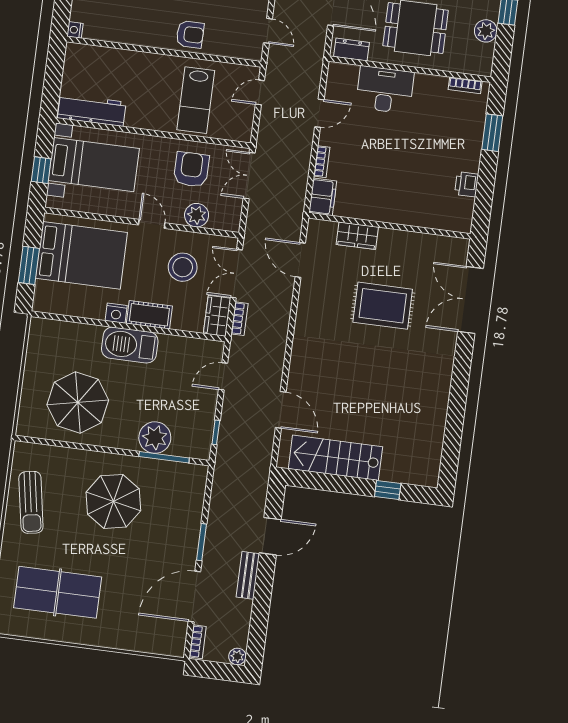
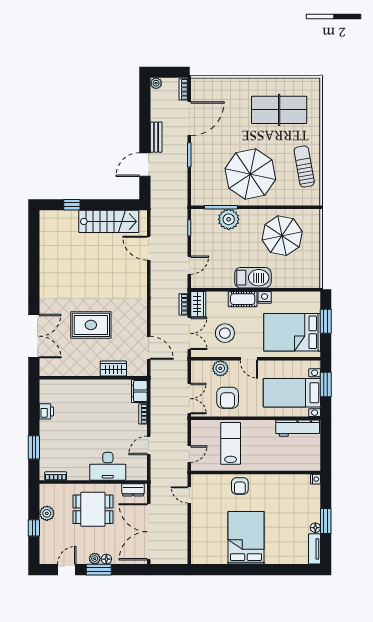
armchair: (190, 34) -> (240, 486), turned -90
window: (41, 170) -> (326, 385), width x1.50
parasol: (113, 501) -> (250, 174), width x1.36, depth x1.36

